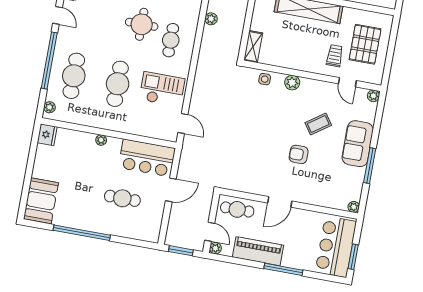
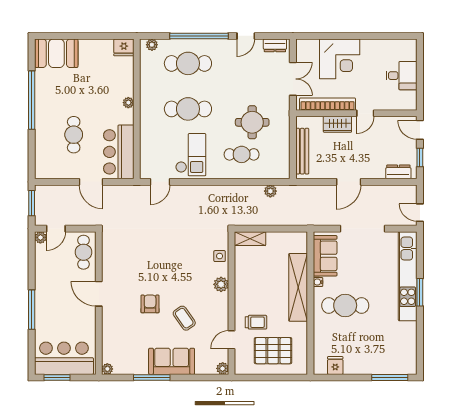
piano: (258, 251) -> (45, 281), removed

